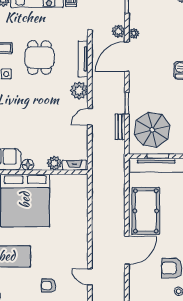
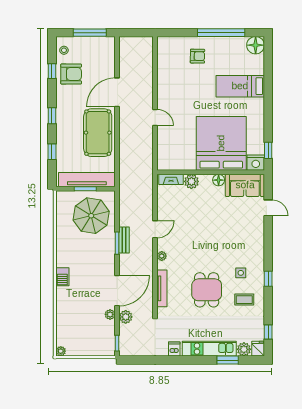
plant: (79, 91) -> (162, 256), width x0.53, depth x0.53
bench: (120, 127) -> (124, 240), moved
door: (90, 277) -> (155, 117), moved

